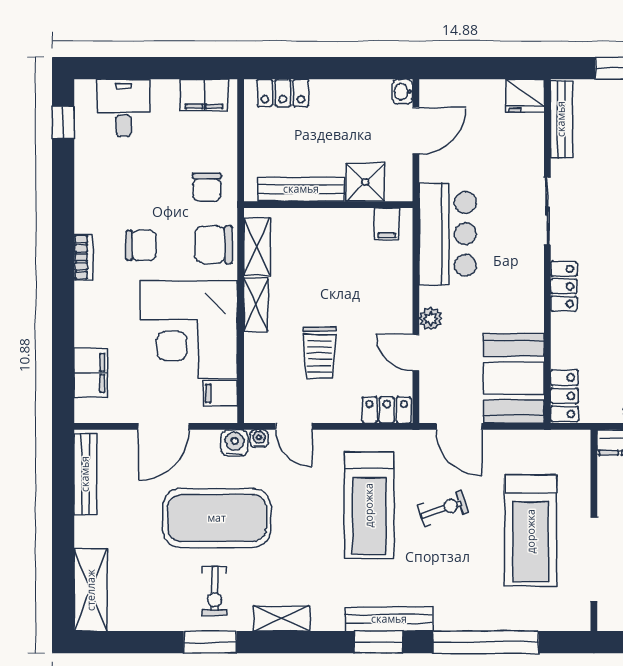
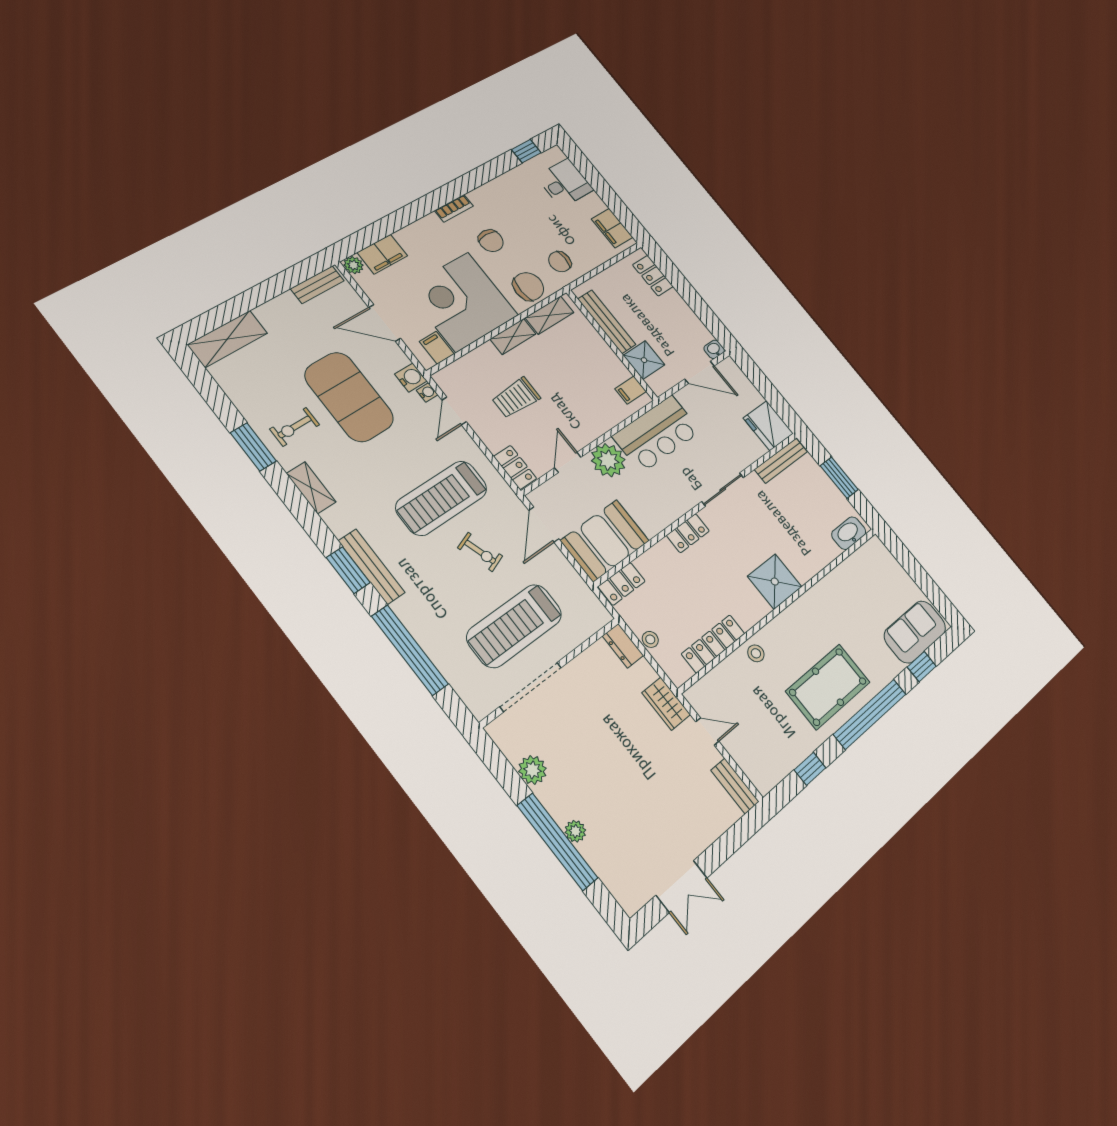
fridge: (525, 96) -> (768, 426), width x1.36, depth x1.34
chair: (213, 245) -> (528, 287), turned 89
plant: (431, 319) -> (608, 460), width x1.88, depth x1.88
plant: (86, 412) -> (353, 265), added
bench: (85, 474) -> (317, 285), width x0.73

